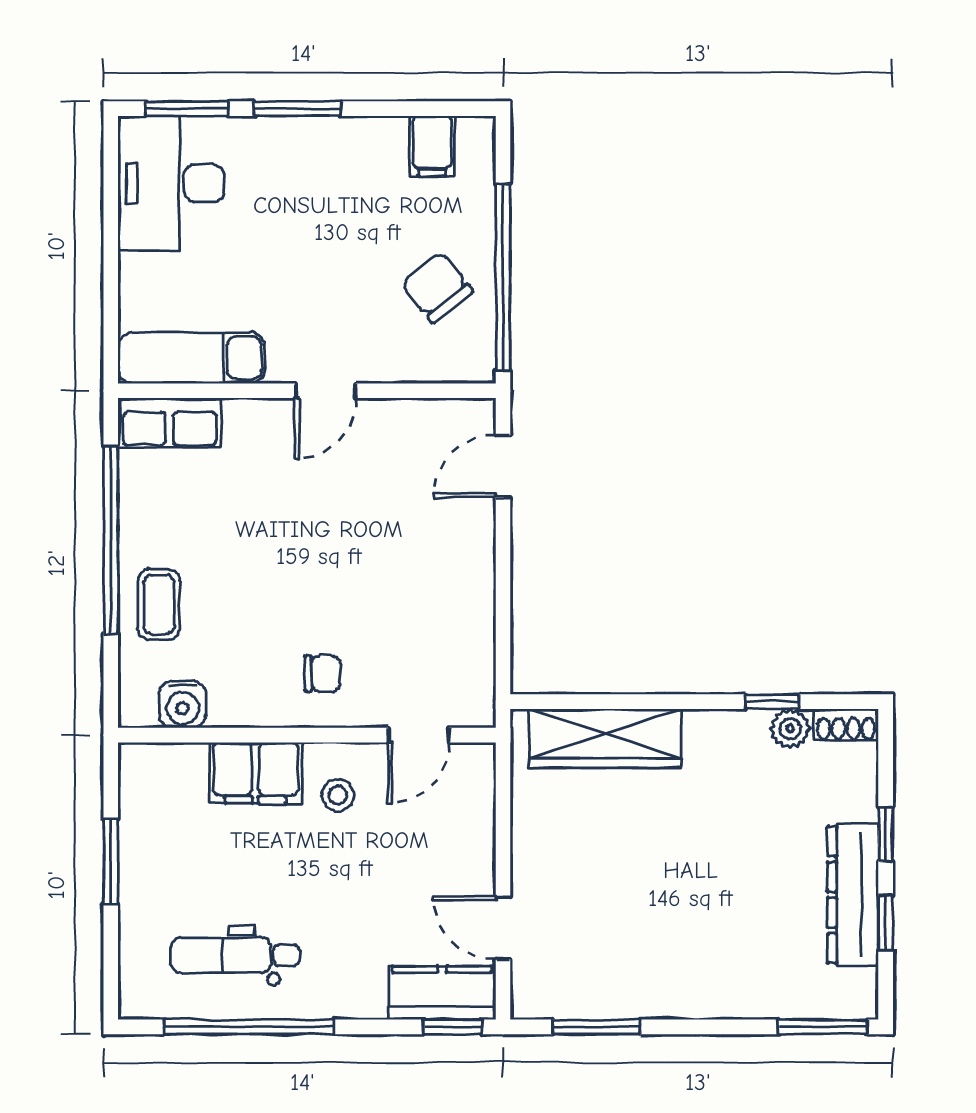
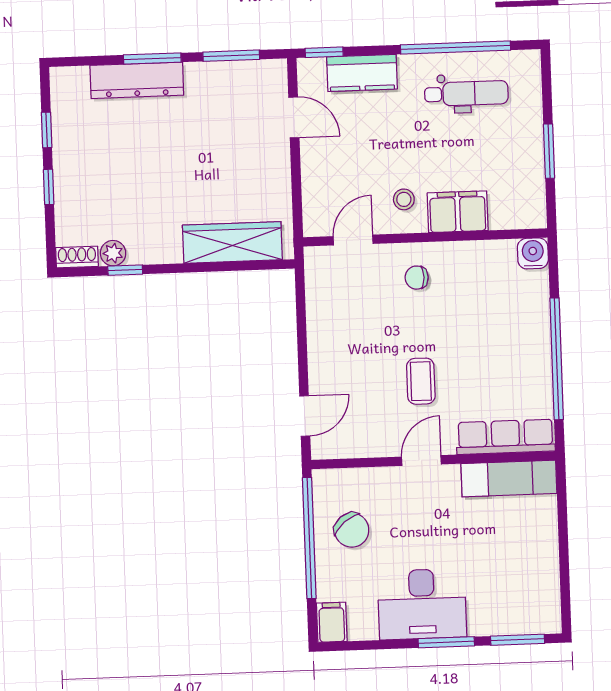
filing cabinet: (432, 146) -> (332, 622), moved
desk: (171, 183) -> (422, 604), moved, turned 90
row of seats: (170, 423) -> (505, 437), width x1.48
coffee table: (159, 605) -> (421, 381), moved
water cooler: (182, 704) -> (533, 253), moved
dresser: (853, 895) -> (137, 80), moved, turned 90
kitchen counter: (442, 993) -> (362, 73), moved
window: (823, 1027) -> (152, 59), moved

